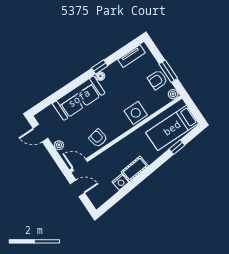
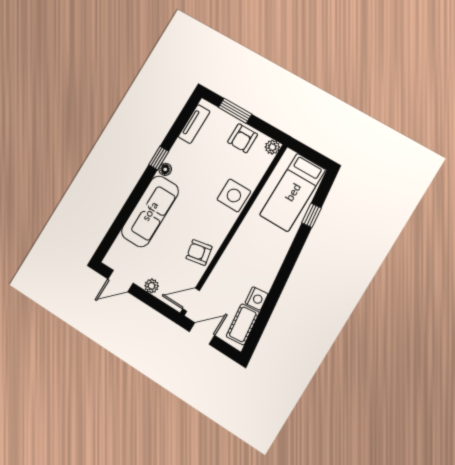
window: (168, 71) -> (235, 111), moved
cot: (135, 169) -> (243, 324), moved

